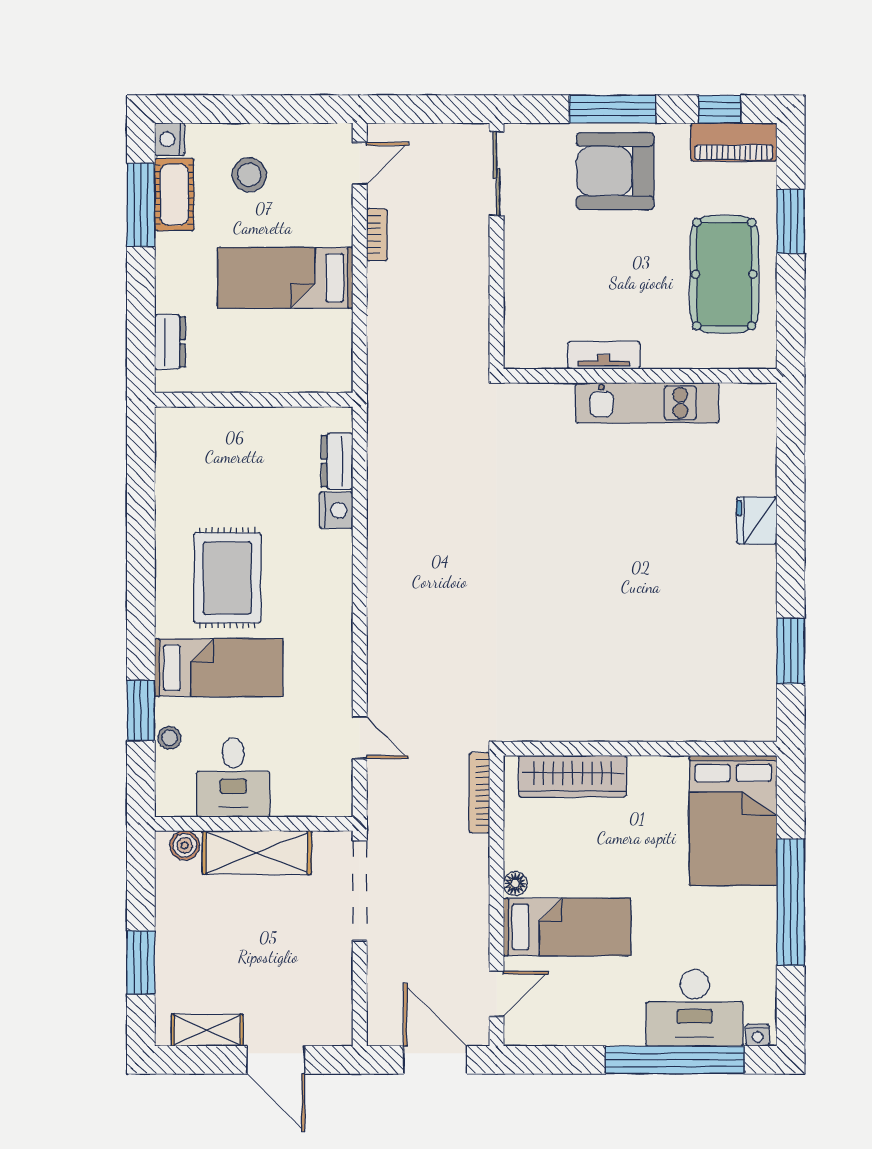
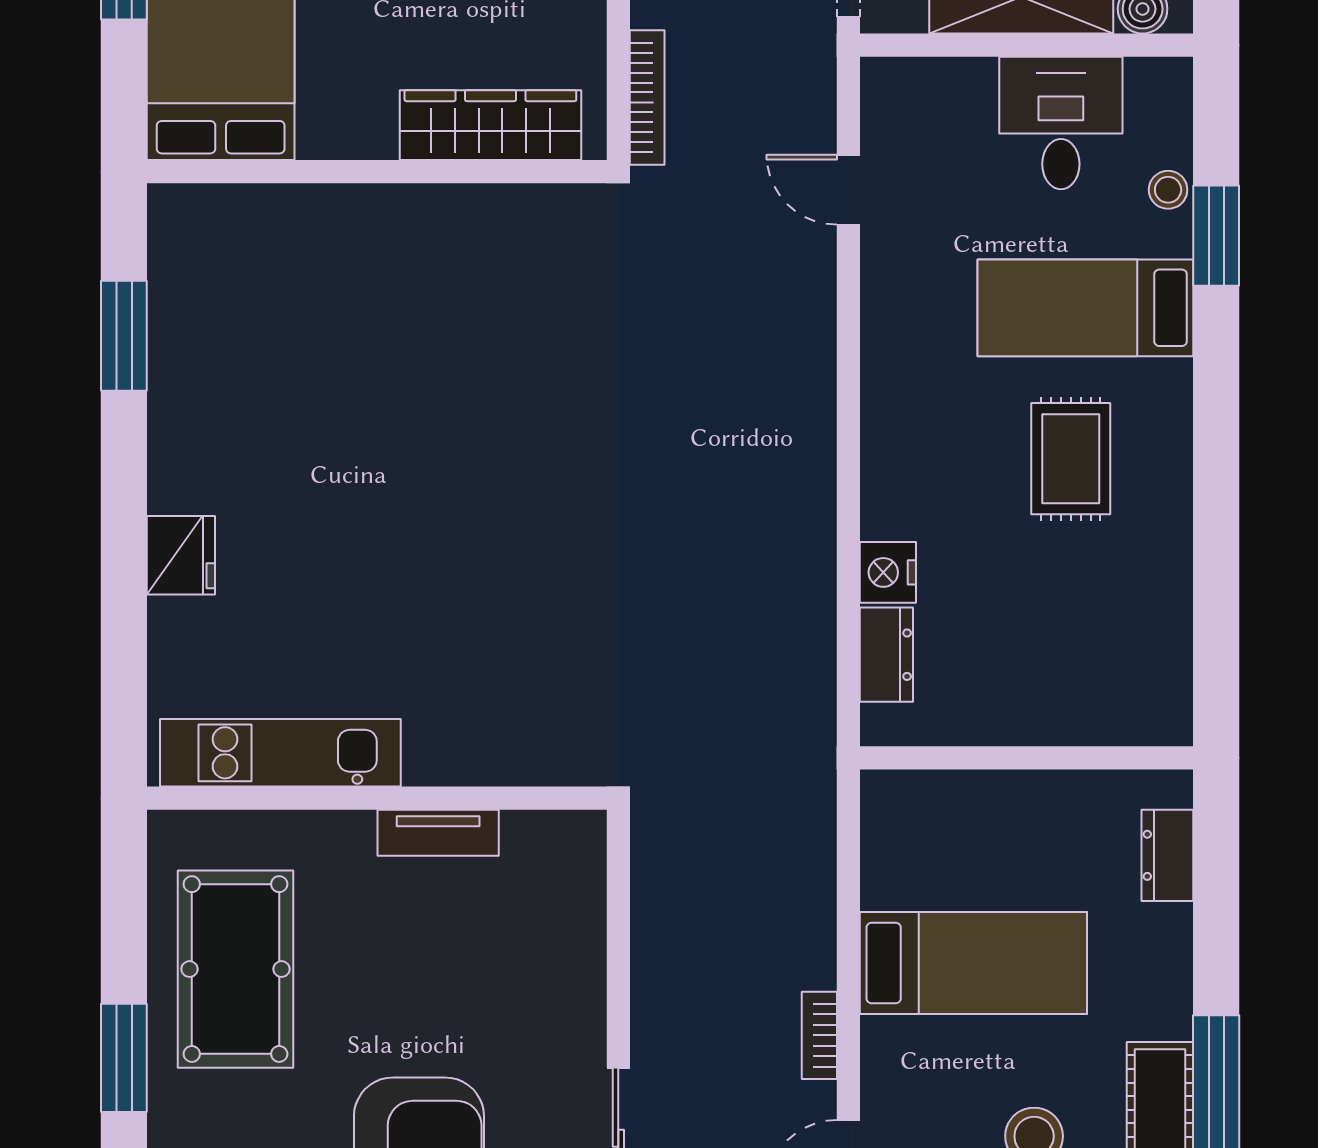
kitchen unit: (647, 403) -> (280, 753), moved
rug: (227, 578) -> (1071, 459), width x0.73, depth x0.70

